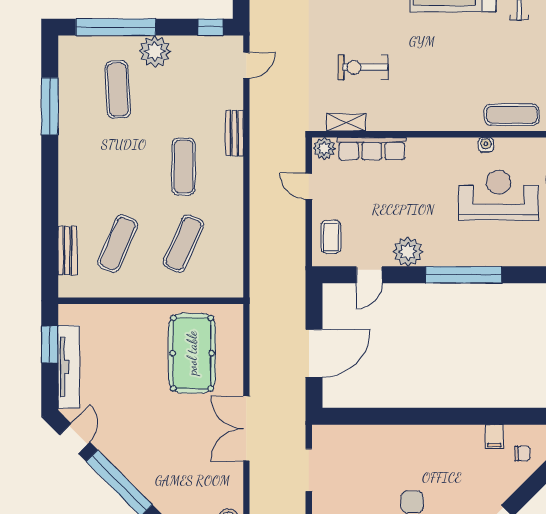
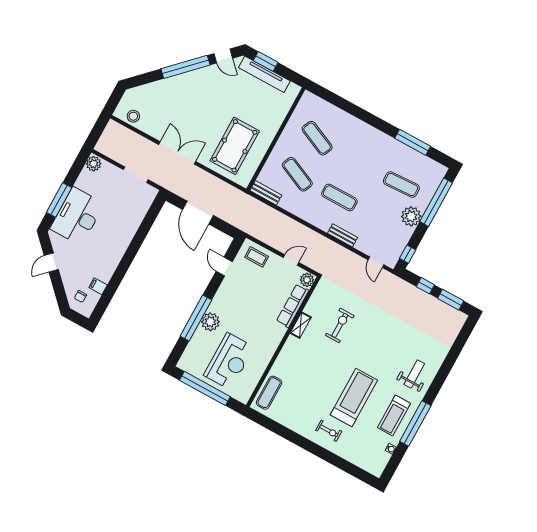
shelving: (346, 122) -> (301, 325), moved
water cooler: (486, 145) -> (260, 369), removed
bench: (67, 250) -> (266, 193), moved
plant: (408, 252) -> (210, 322), moved
window: (50, 344) -> (266, 61), moved
pool table: (192, 353) -> (235, 146), turned 90

